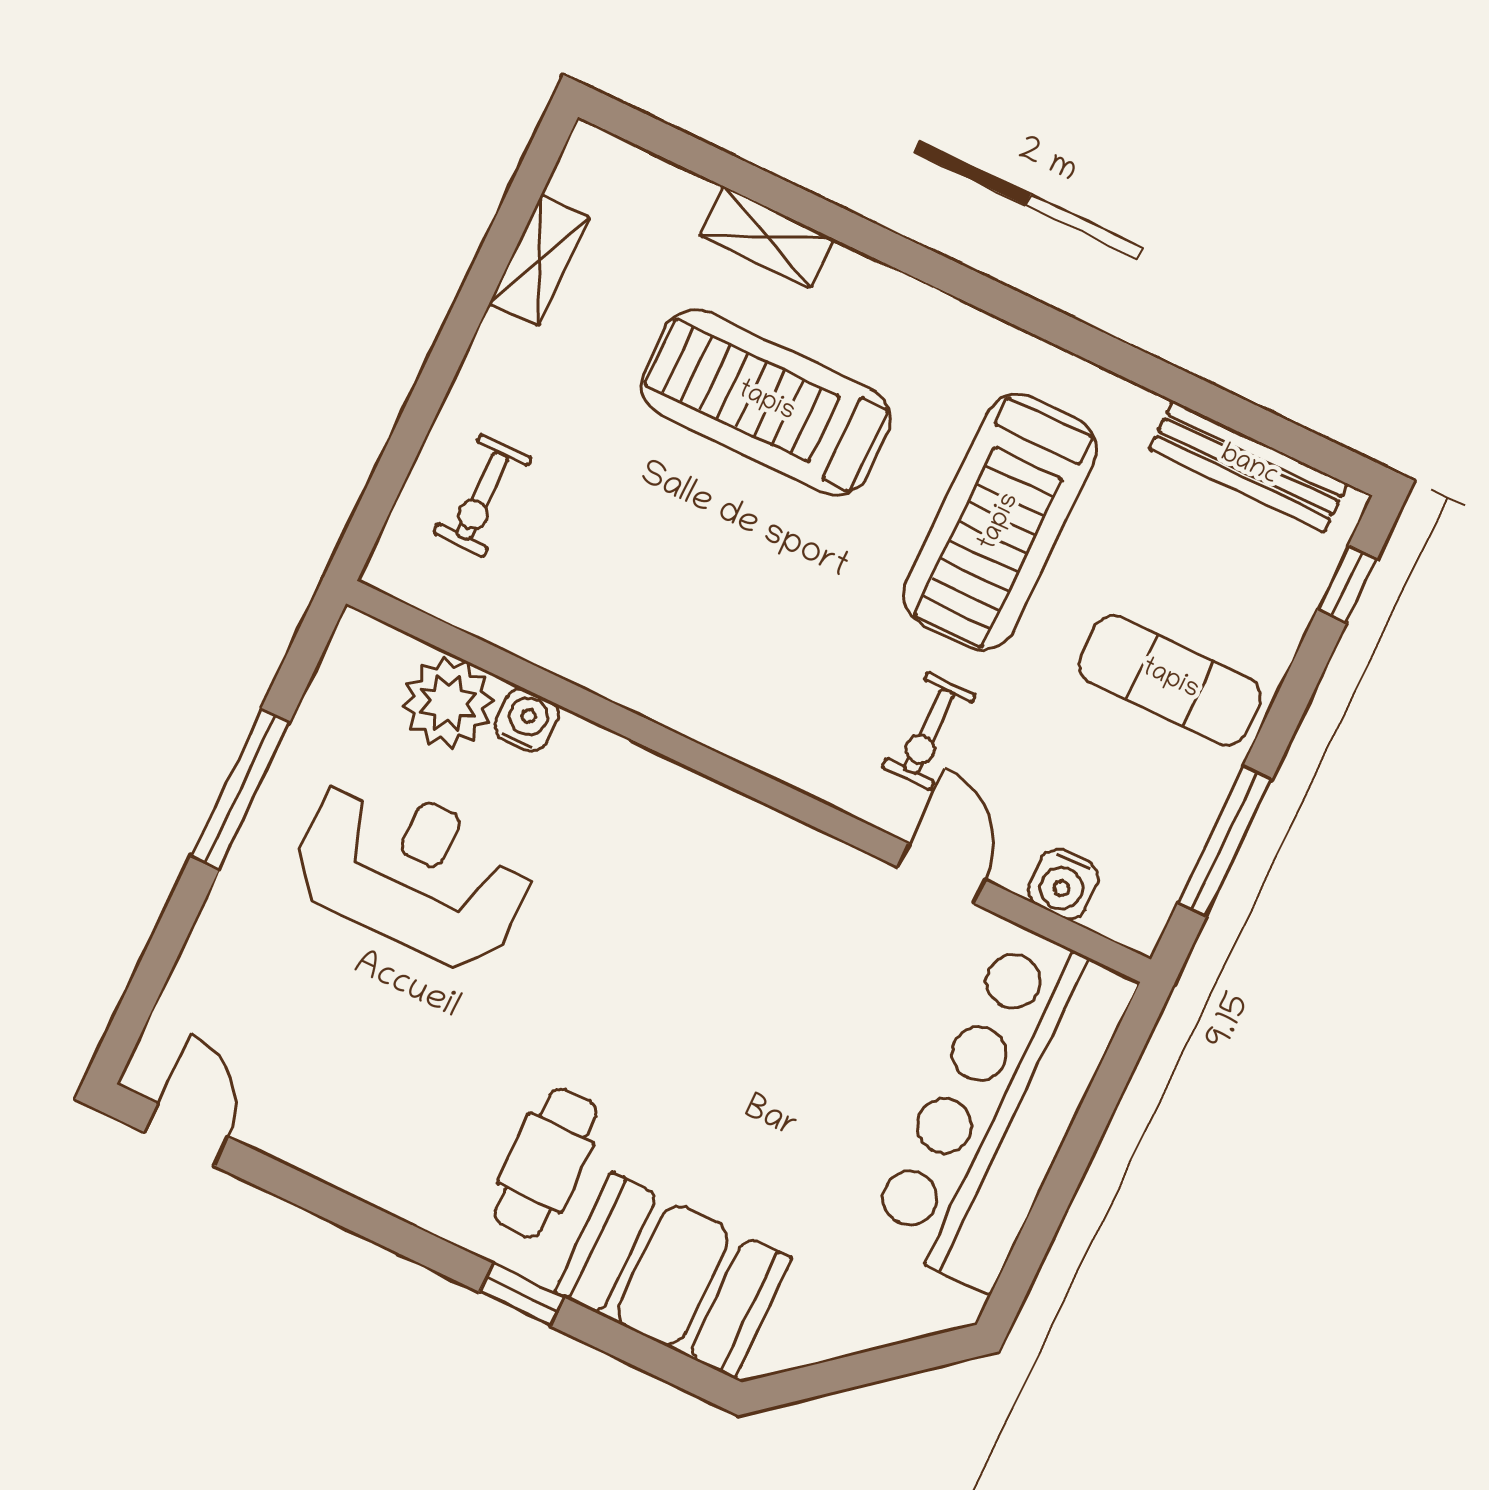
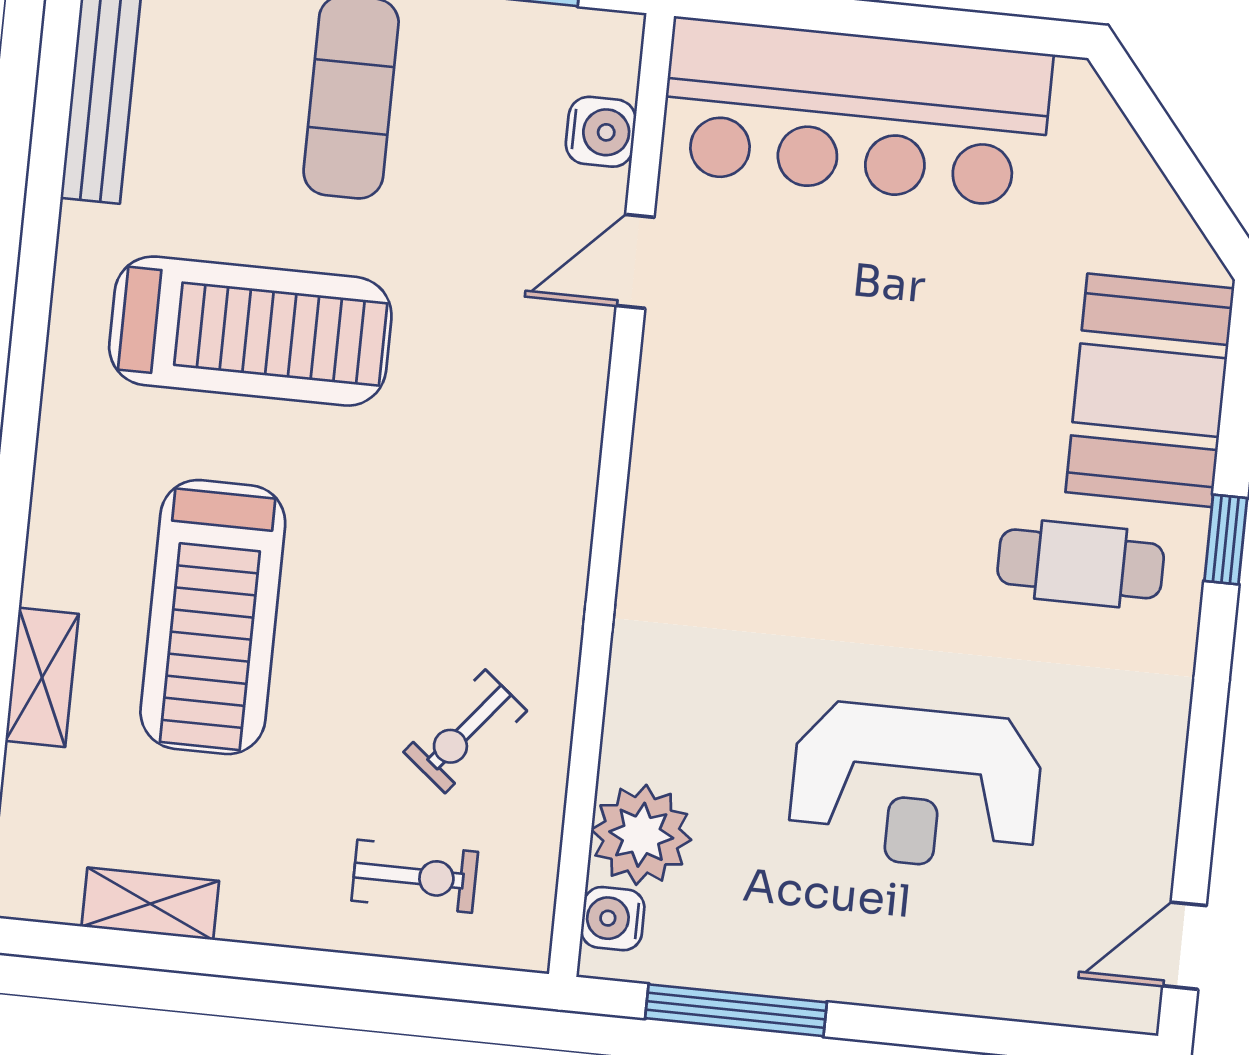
water cooler: (527, 720) -> (613, 919), moved
exercise bike: (929, 731) -> (465, 731), moved, turned 129
window: (240, 789) -> (736, 1010), moved
reception desk: (413, 871) -> (916, 786), moved, turned -90

